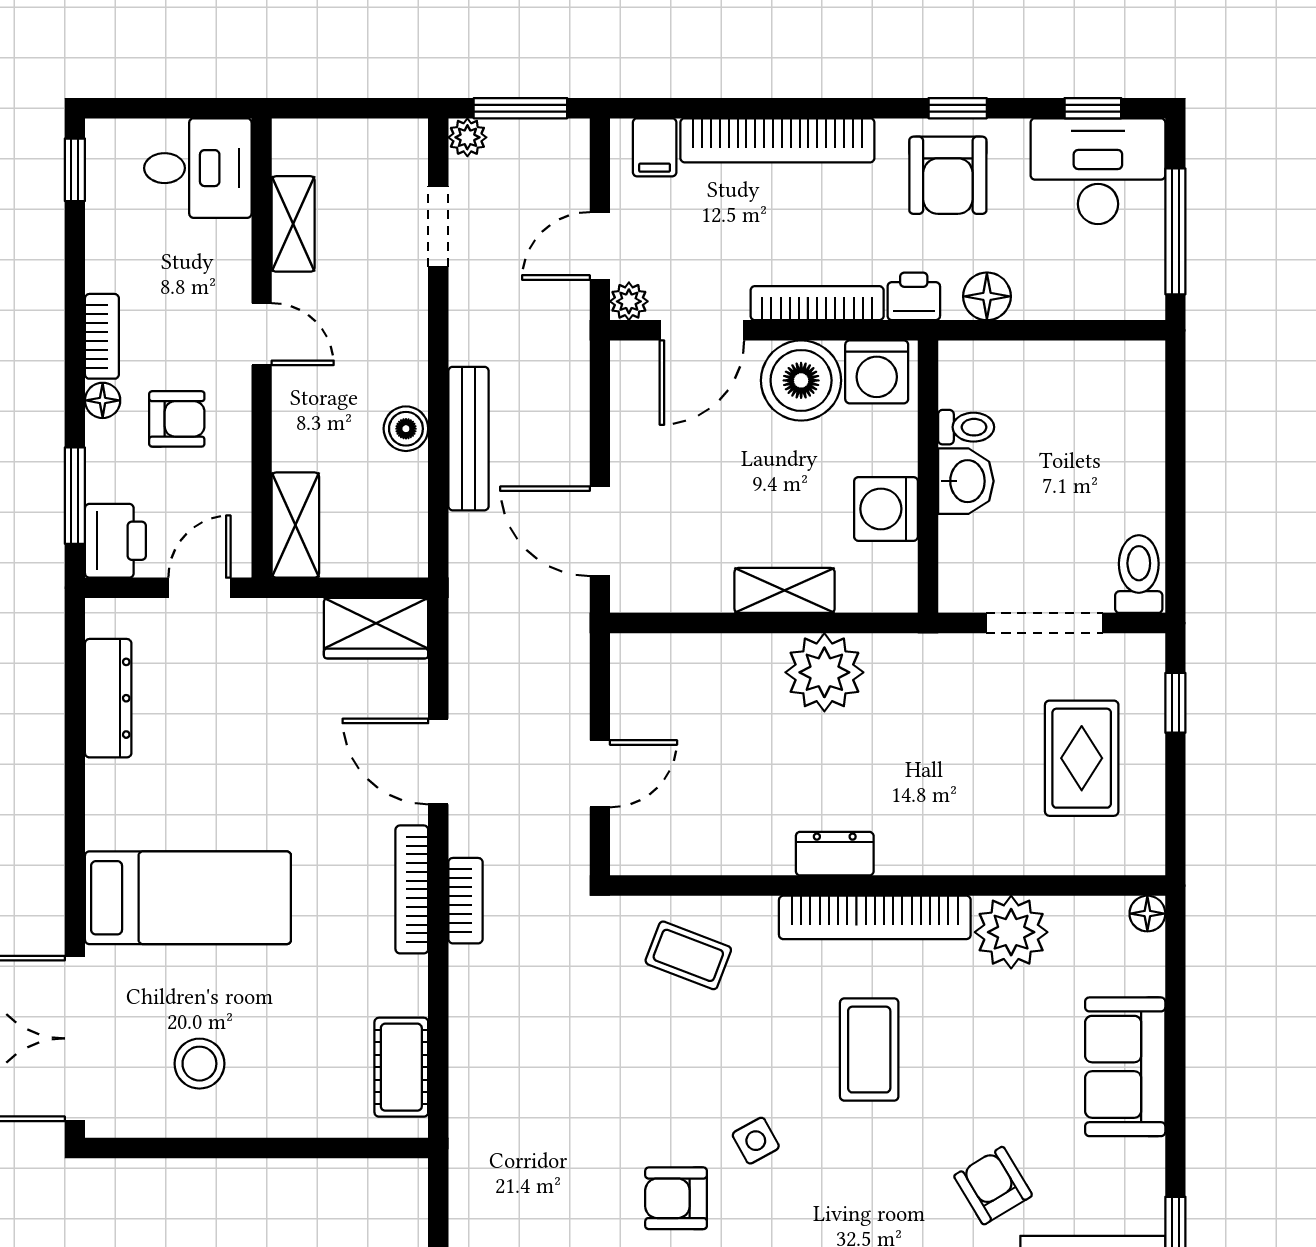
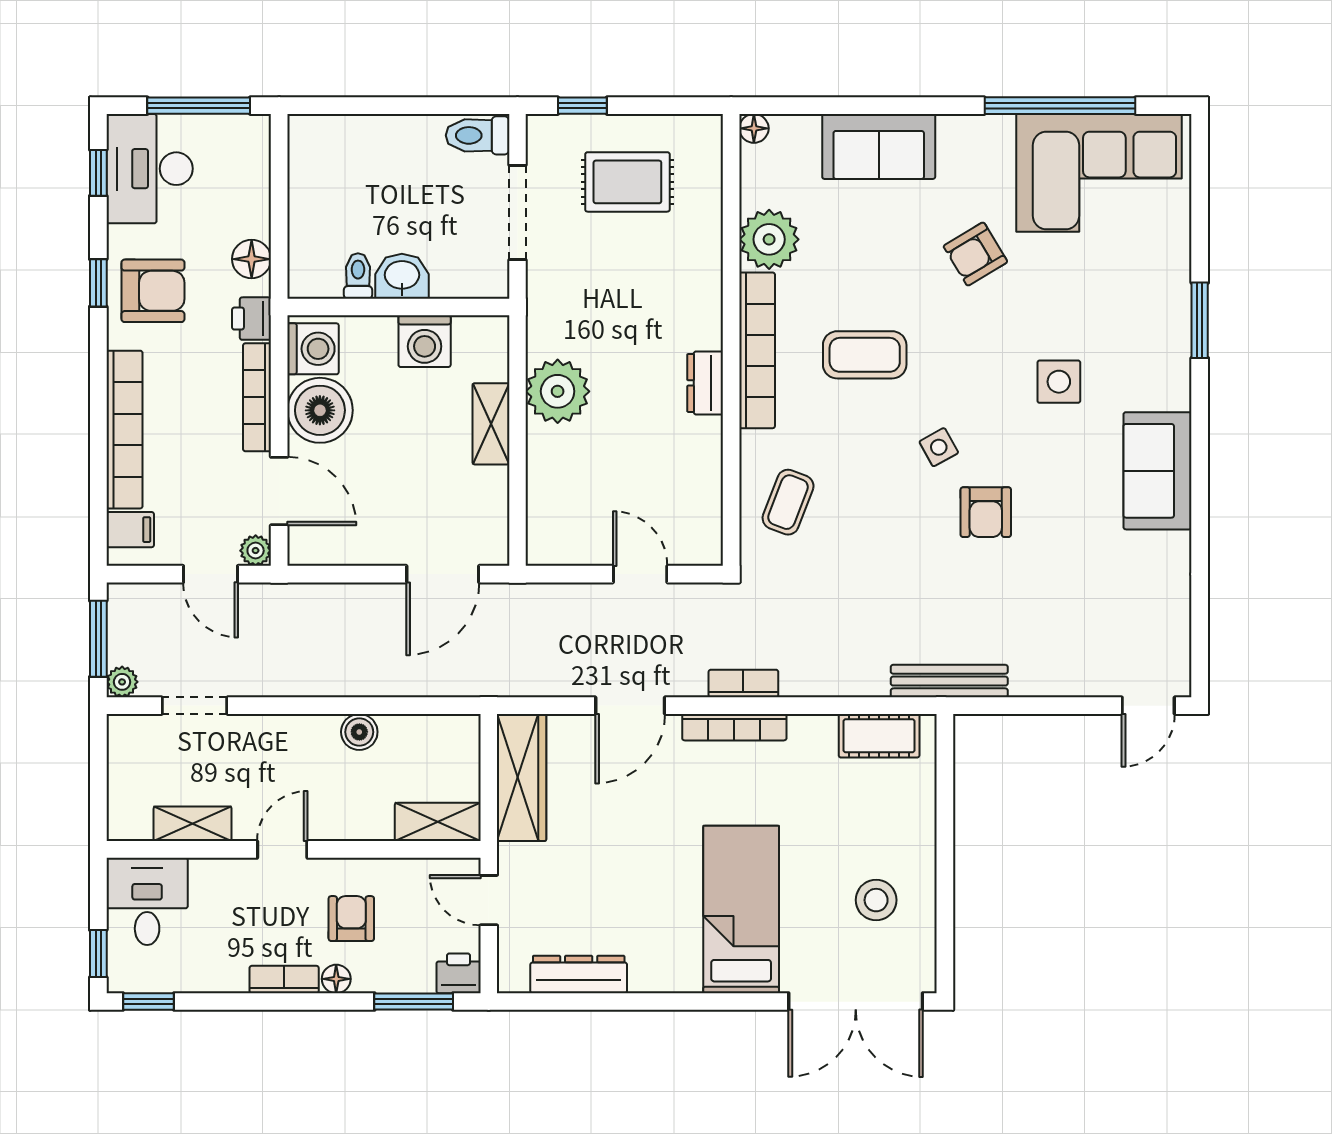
window: (134, 108) -> (98, 954), added
bench: (469, 439) -> (949, 681), moved
printer: (115, 541) -> (459, 973), width x0.73, depth x0.81
wardrobe: (376, 628) -> (522, 778), width x1.50

